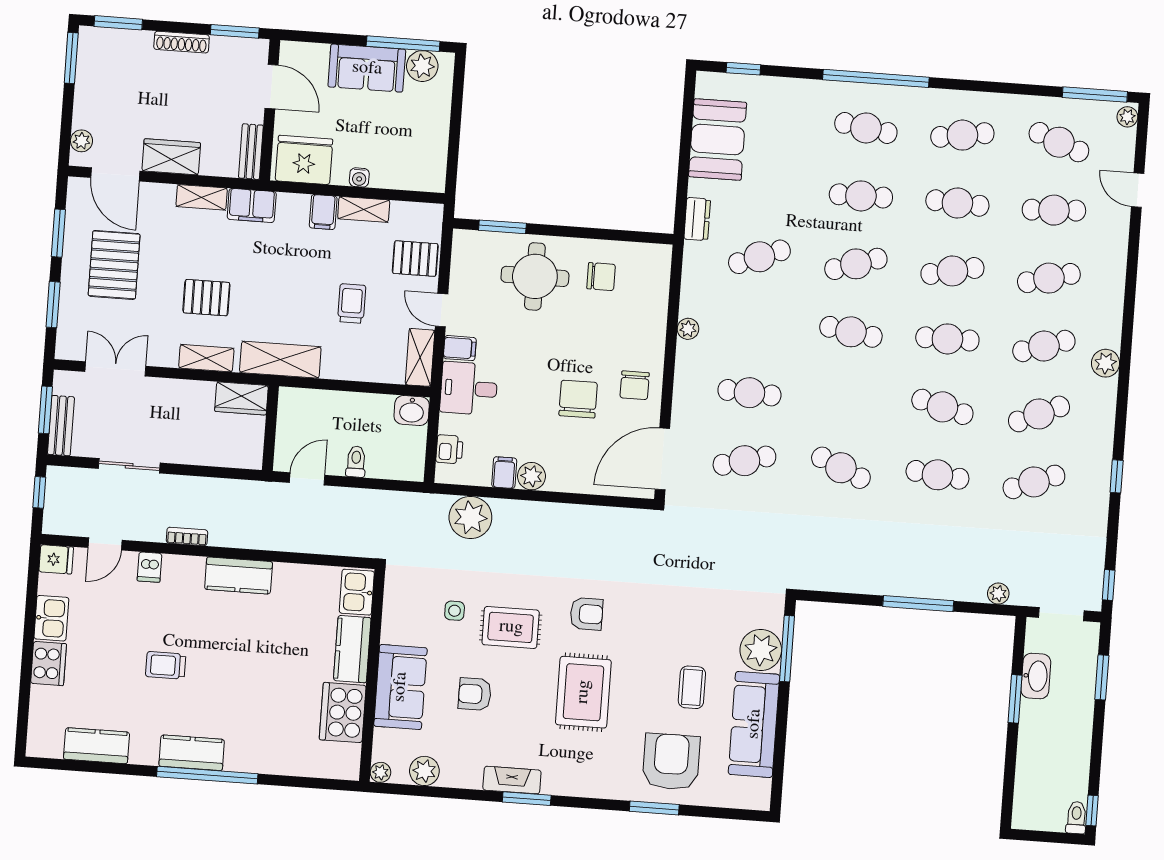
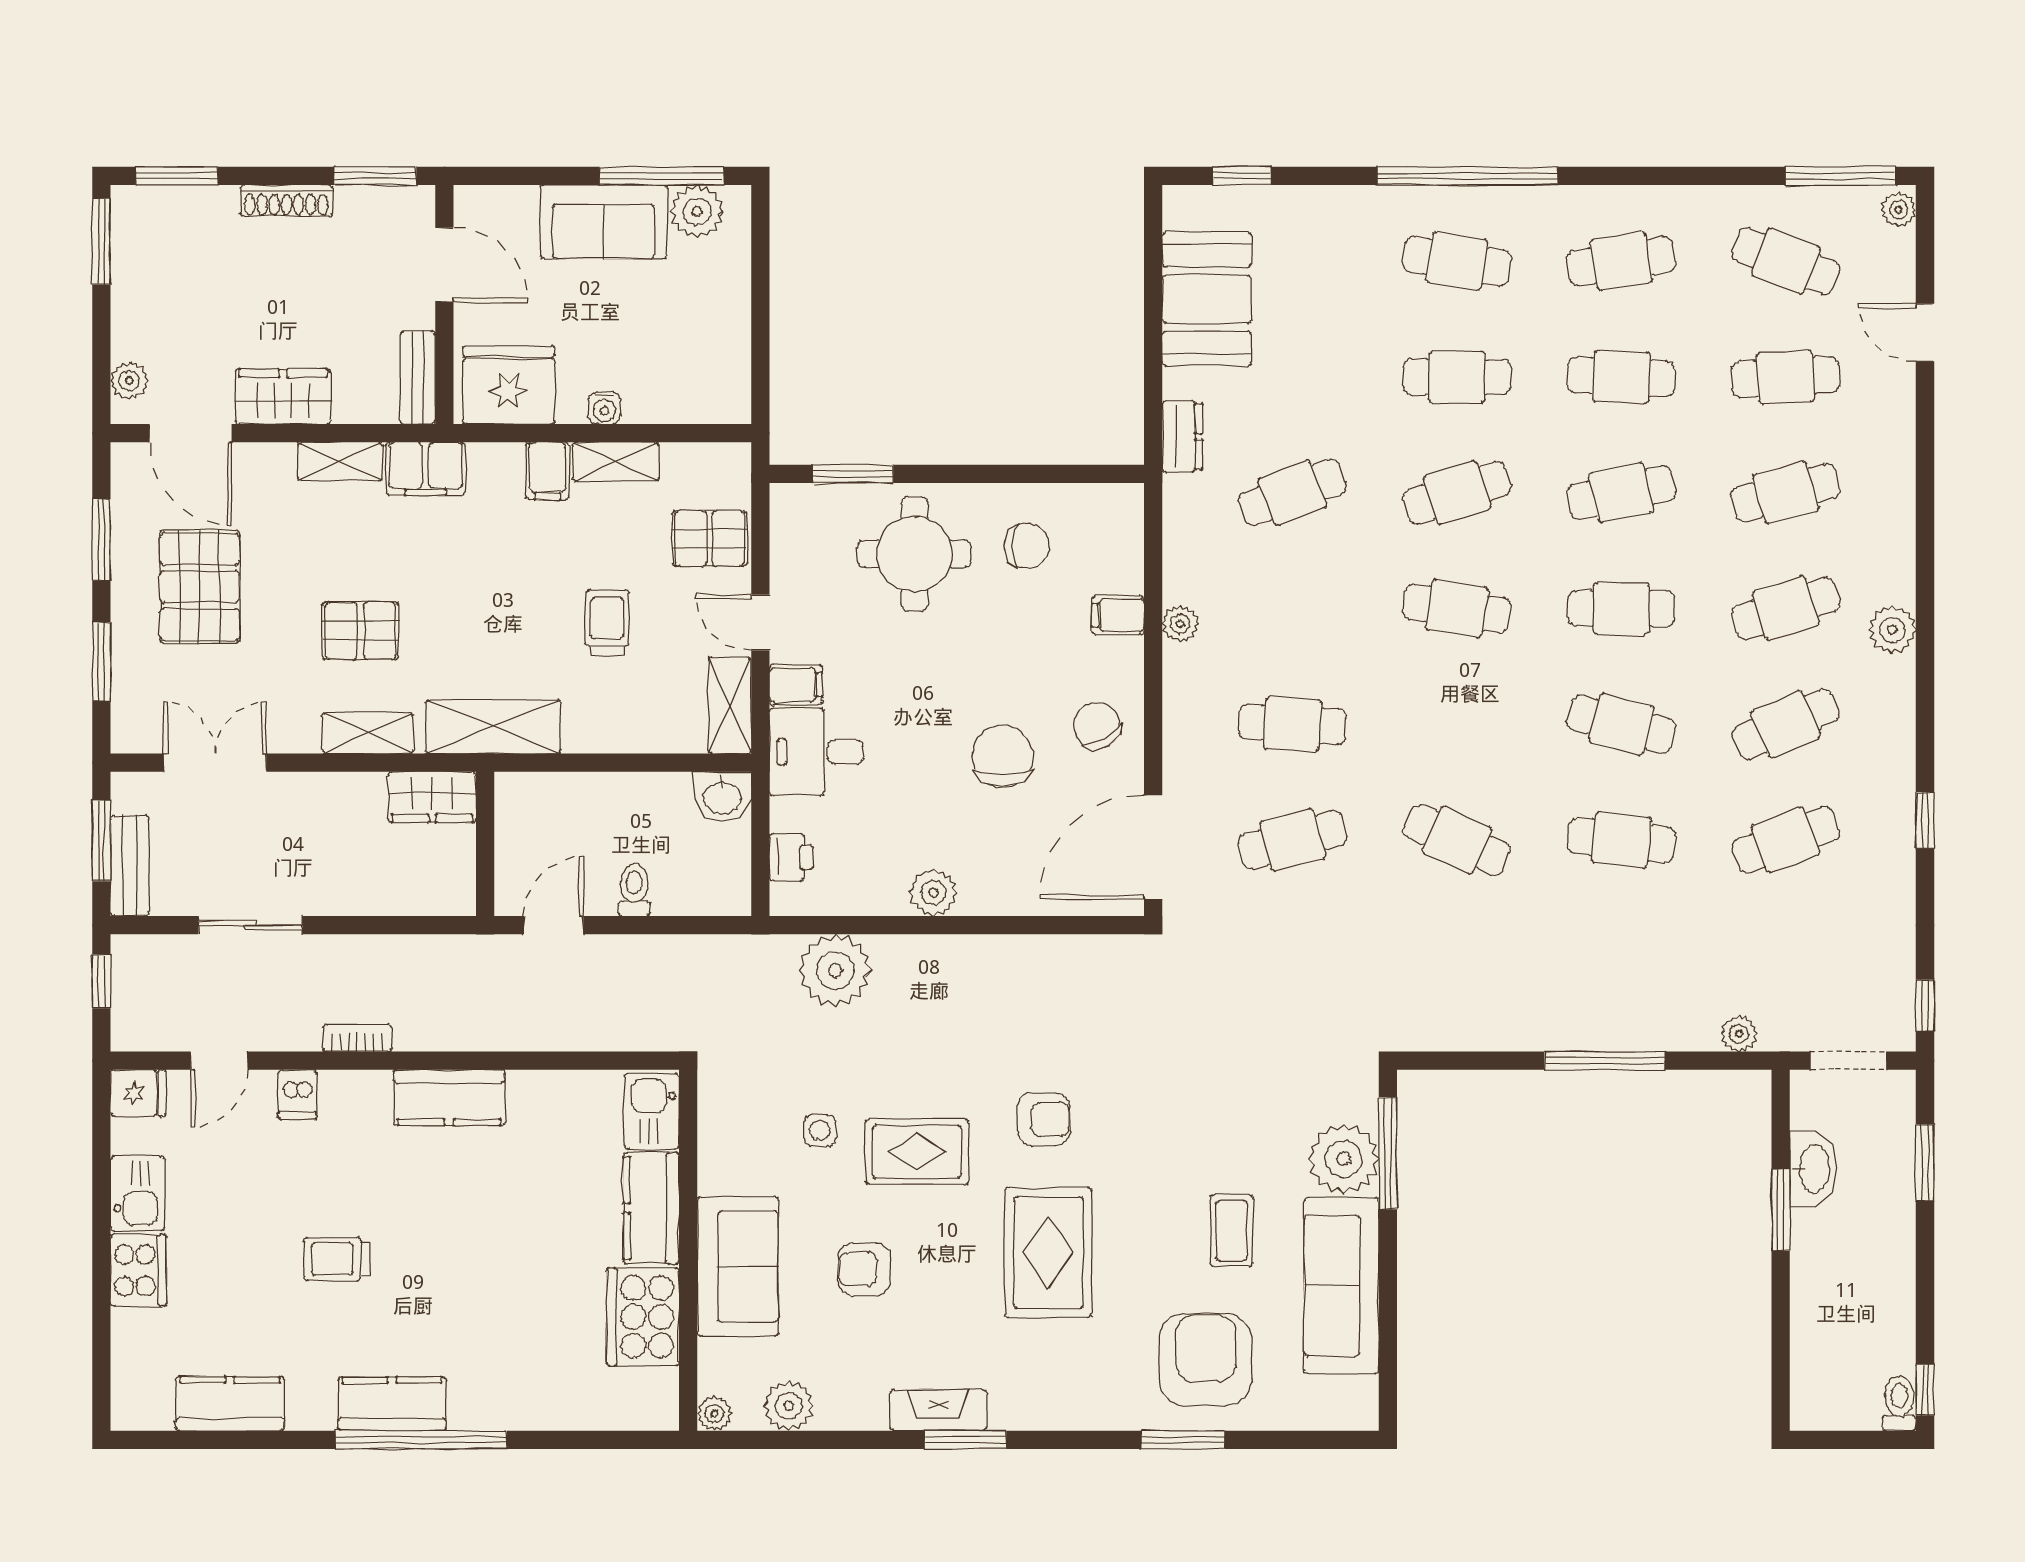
chair: (635, 385) -> (1097, 726), turned 150
filing cabinet: (504, 473) -> (1118, 615), moved, turned -90

